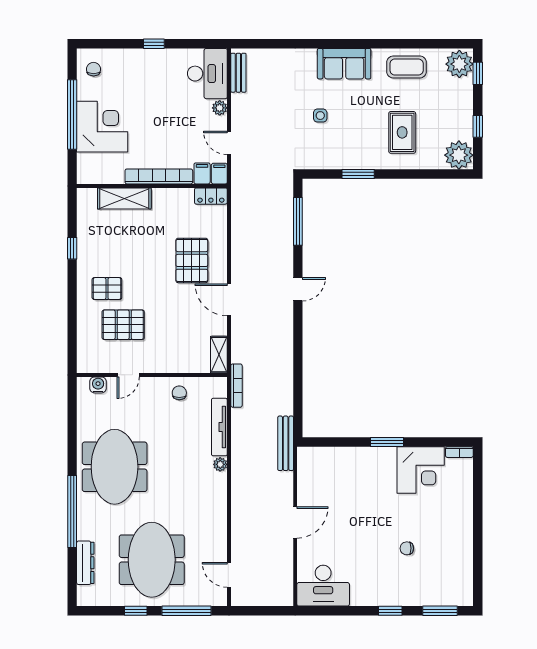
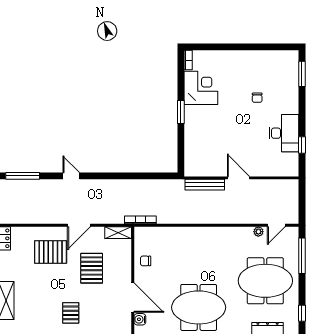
pallet: (123, 325) -> (92, 268), moved
door: (128, 375) -> (133, 298), width x1.88
tv unit: (219, 427) -> (170, 232), removed
bench: (286, 443) -> (205, 185), moved
plant: (220, 464) -> (258, 232), moved
desk: (323, 586) -> (284, 133), moved
window: (136, 611) -> (302, 313), moved
window: (390, 611) -> (302, 145), moved

